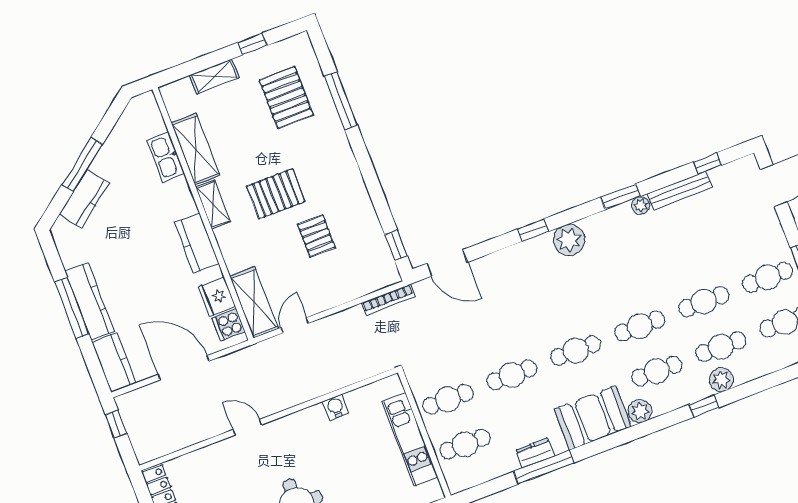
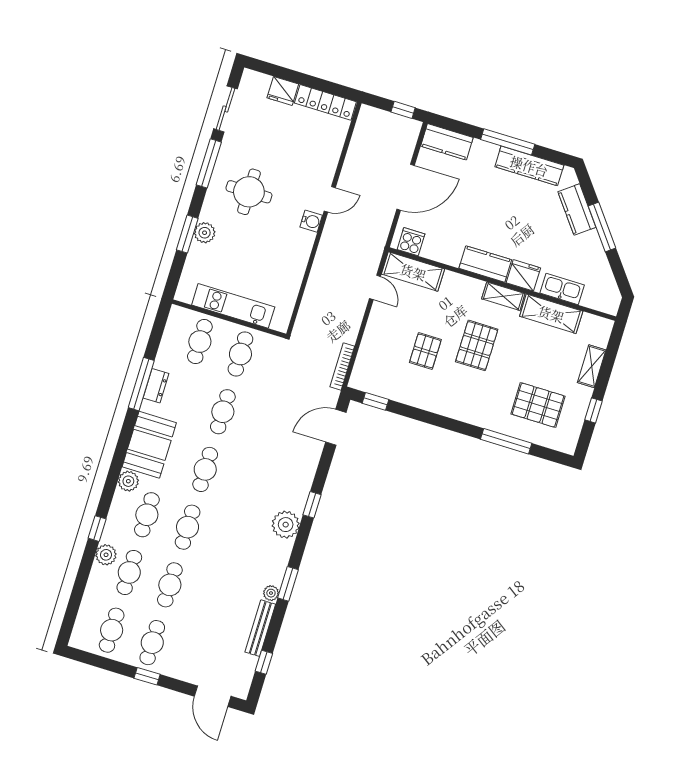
pallet: (316, 236) -> (425, 351), turned 90
fridge: (217, 297) -> (523, 275), moved
kitchen counter: (89, 301) -> (529, 166), moved
water cooler: (336, 407) -> (311, 221), moved

